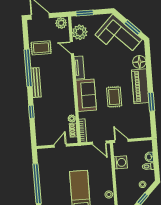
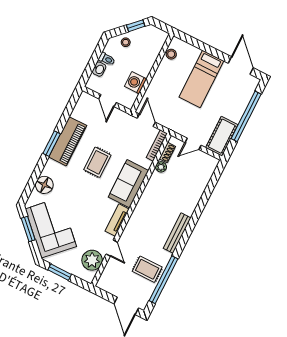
window: (85, 13) -> (60, 272), moved
plant: (61, 23) -> (107, 284), removed
window: (28, 68) -> (164, 280), moved
piano: (140, 86) -> (68, 141), moved
window: (151, 102) -> (52, 144), moved
window: (31, 112) -> (202, 203), removed
door: (121, 141) -> (108, 101), moved
cot: (45, 162) -> (222, 136), added

